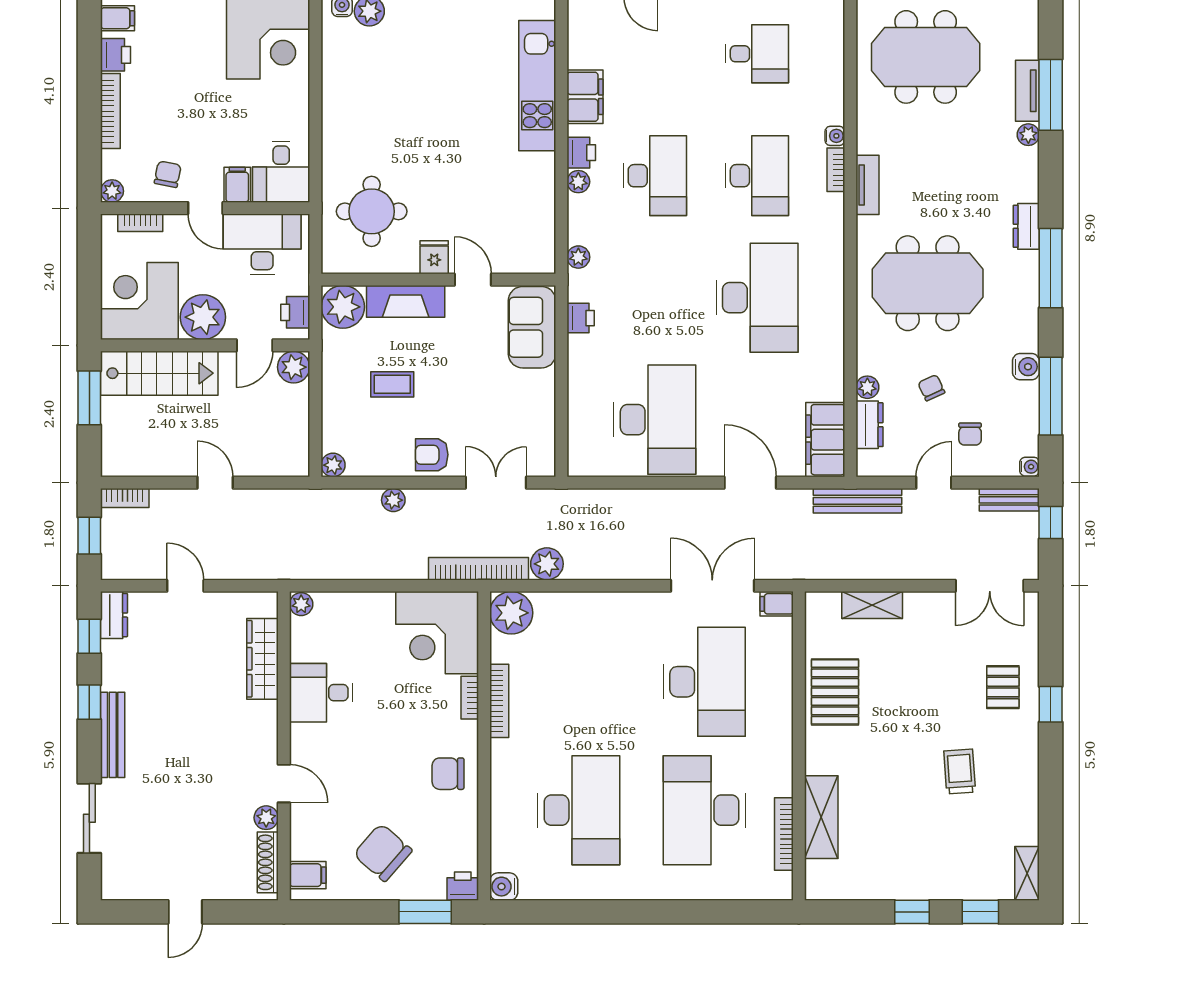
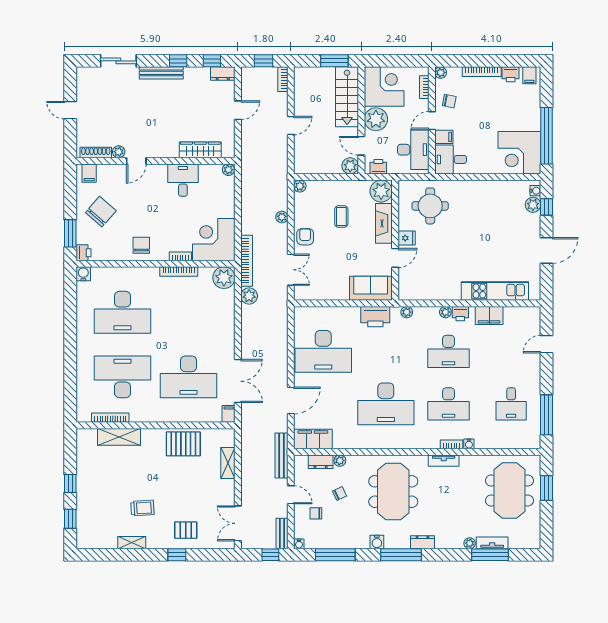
printer: (581, 318) -> (375, 317), width x1.87, depth x1.48
water cooler: (1026, 367) -> (377, 542), moved
shelving: (1027, 873) -> (132, 543), moved

